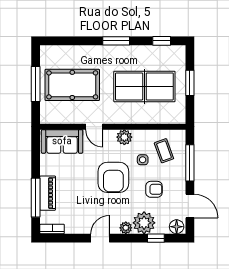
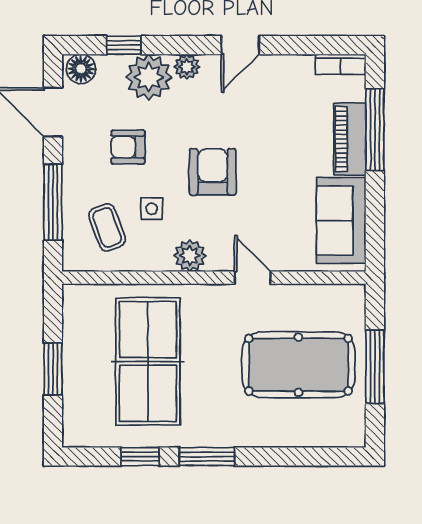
window: (162, 41) -> (140, 457), moved
table tennis table: (144, 86) -> (148, 361), turned 90
sofa: (62, 141) -> (341, 220), moved, turned -90
armchair: (113, 177) -> (213, 172), width x0.73, depth x0.73

